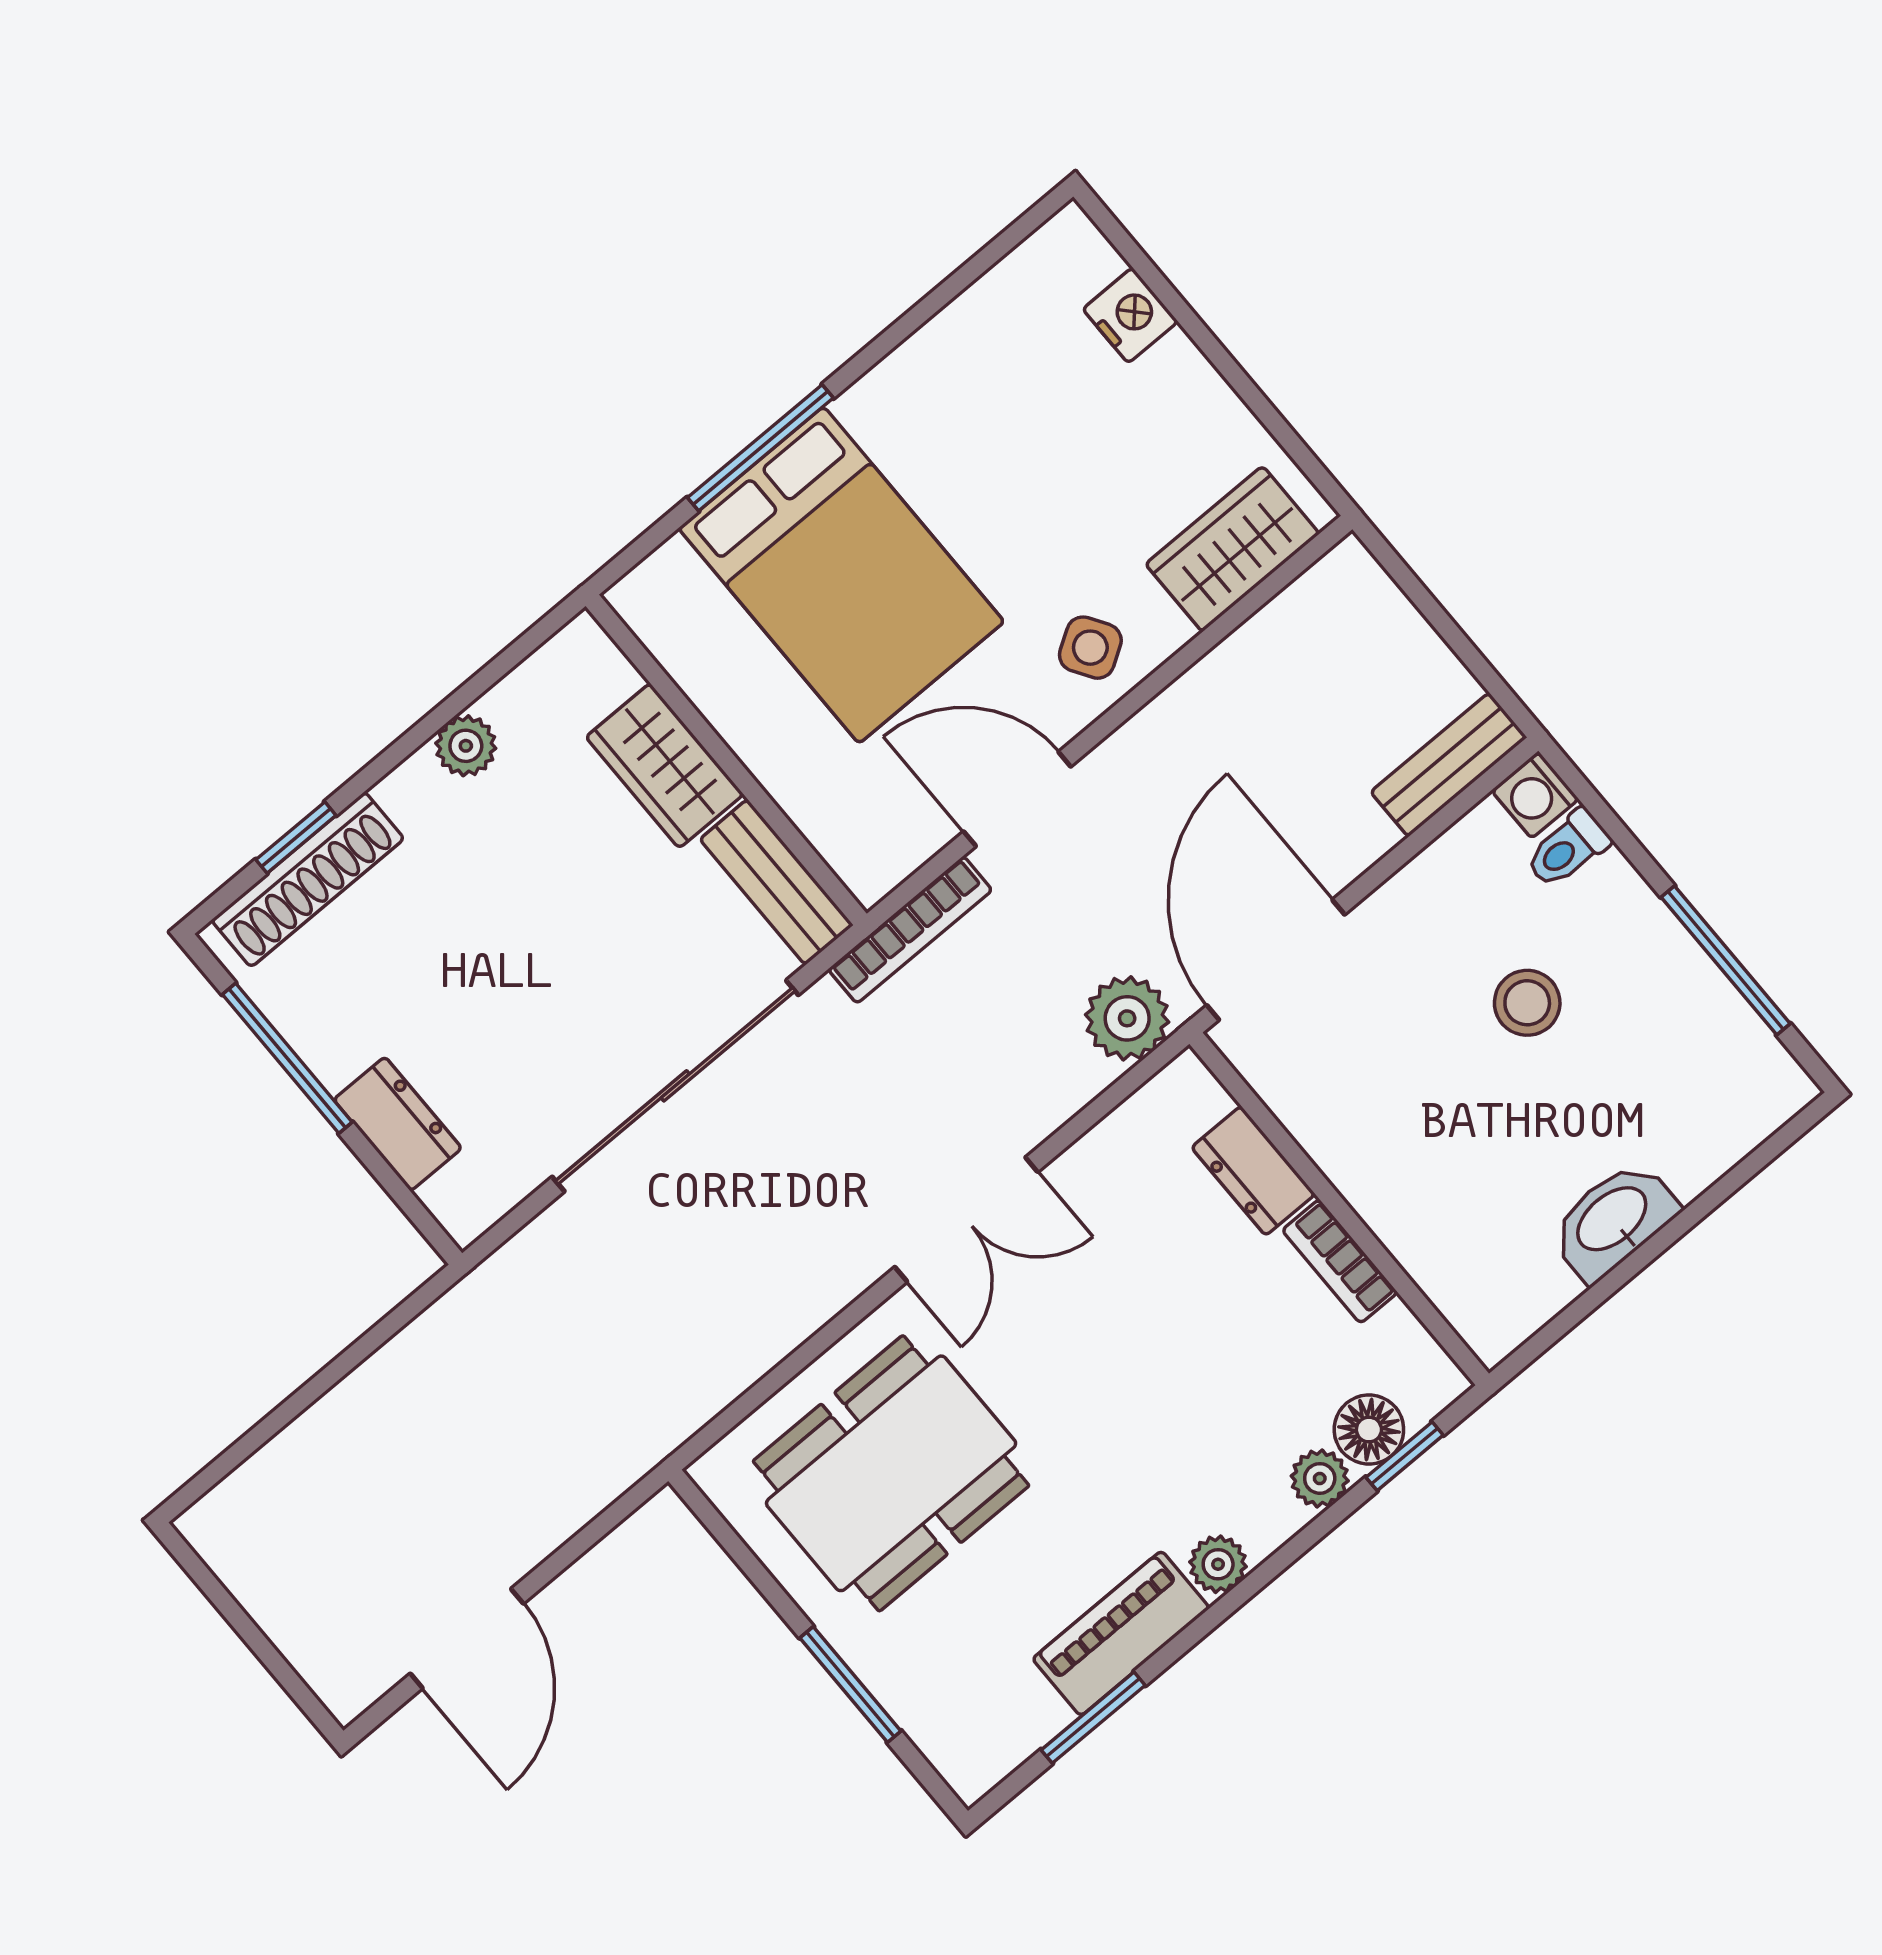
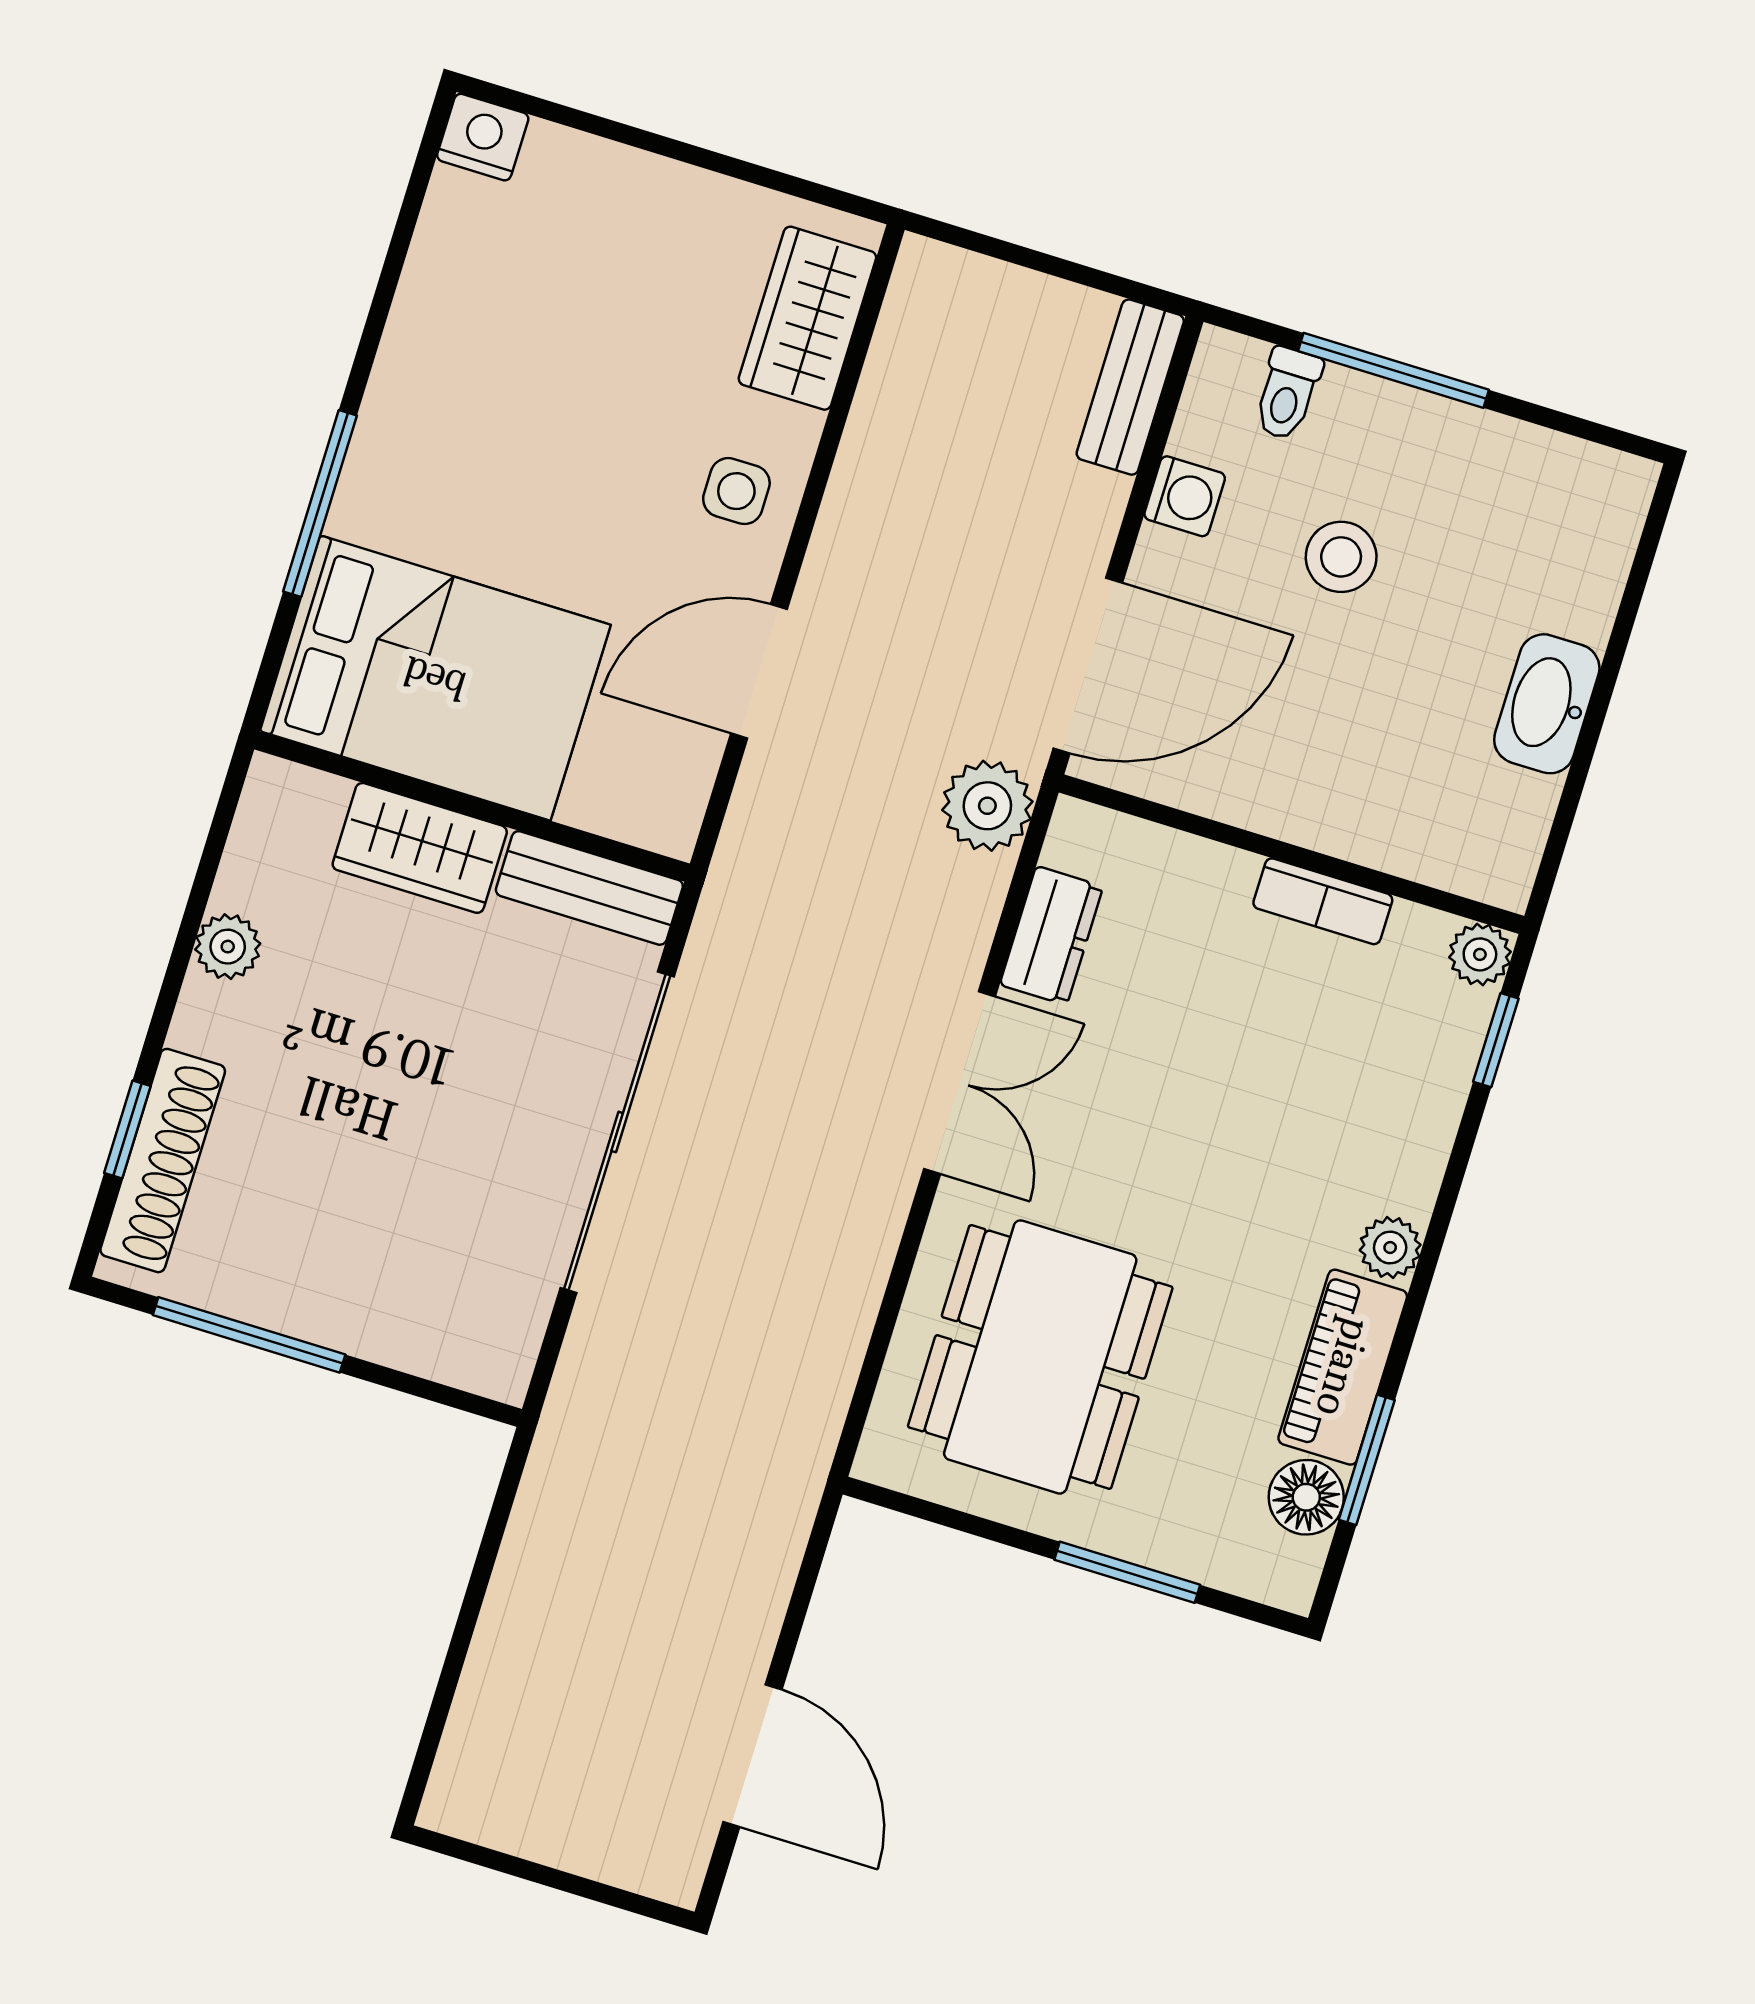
nightstand: (1130, 315) -> (483, 137), moved
bed: (841, 575) -> (435, 678), moved
side table: (1090, 648) -> (736, 491), turned 32
washing machine: (1535, 795) -> (1185, 496), moved, turned -90
bookcase: (910, 930) -> (739, 853), removed
door: (1276, 960) -> (1088, 666), swing flipped
window: (1726, 960) -> (1393, 370), moved
dresser: (398, 1124) -> (388, 1329), removed
dresser: (1253, 1171) -> (1051, 936), moved, turned -90
floor lamp: (1369, 1430) -> (1306, 1497), moved
plant: (1320, 1478) -> (1480, 954), moved

